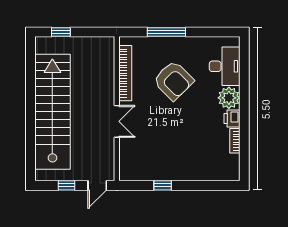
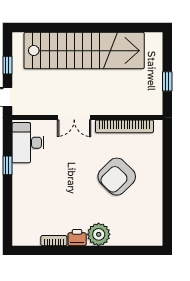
window: (61, 32) -> (167, 81), moved
window: (166, 32) -> (167, 169), removed
desk: (225, 66) -> (28, 143), moved, turned 90

